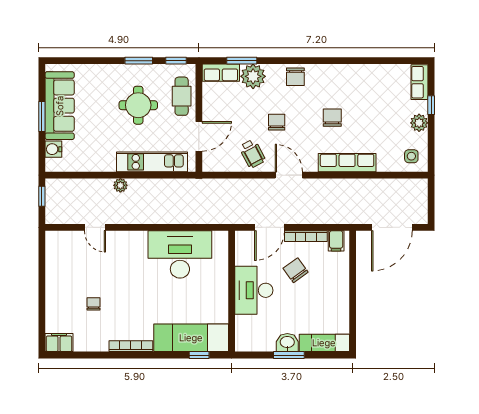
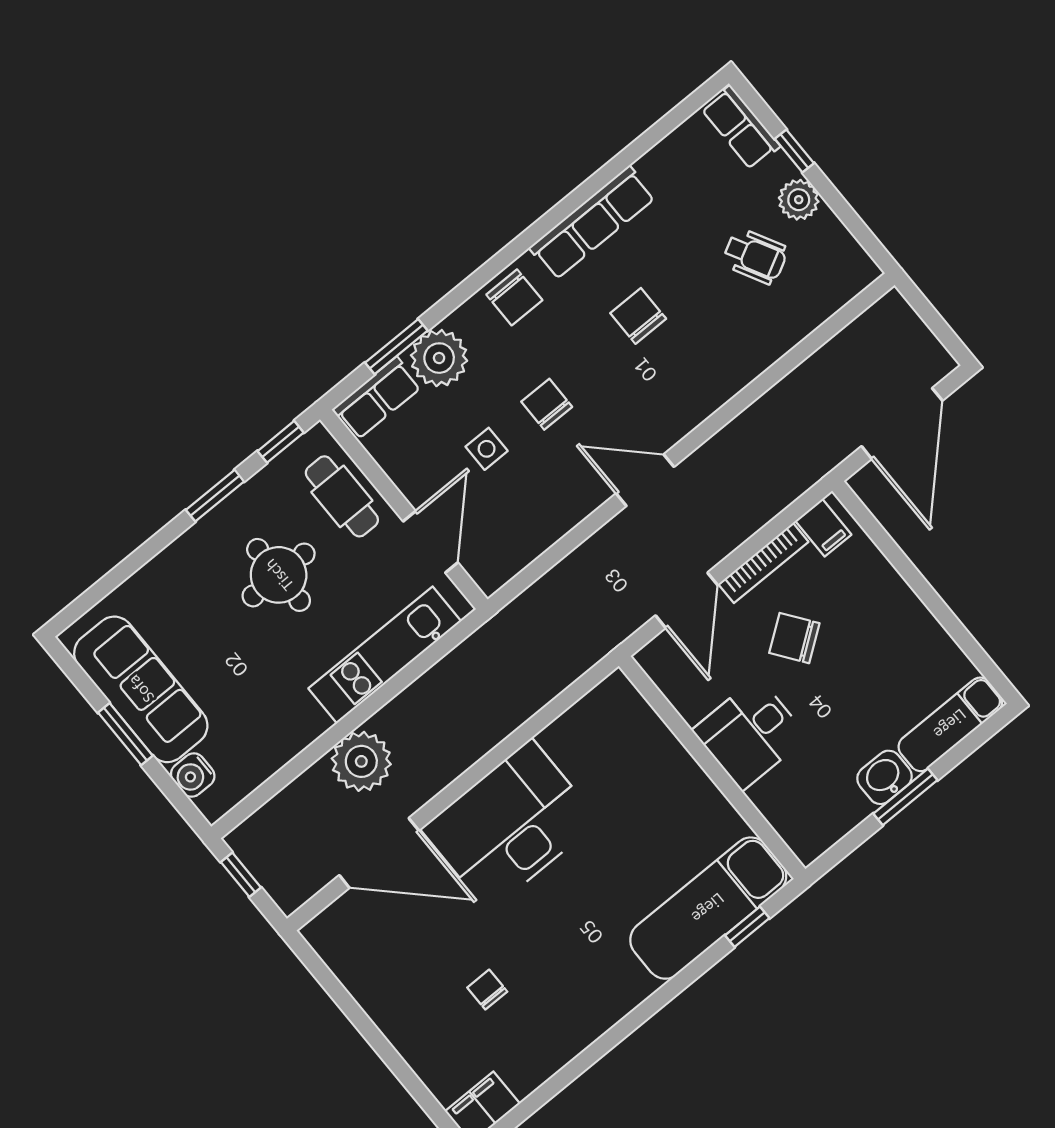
wheelchair: (252, 154) -> (755, 256), moved
side table: (411, 156) -> (487, 449), moved
row of seats: (347, 163) -> (592, 223), moved, turned 180
plant: (120, 185) -> (361, 761), width x1.87, depth x1.87
door: (95, 227) -> (379, 853), width x1.88
desk: (180, 254) -> (510, 825), moved
desk: (254, 290) -> (750, 734), width x0.73
bookcase: (131, 346) -> (614, 1010), removed

